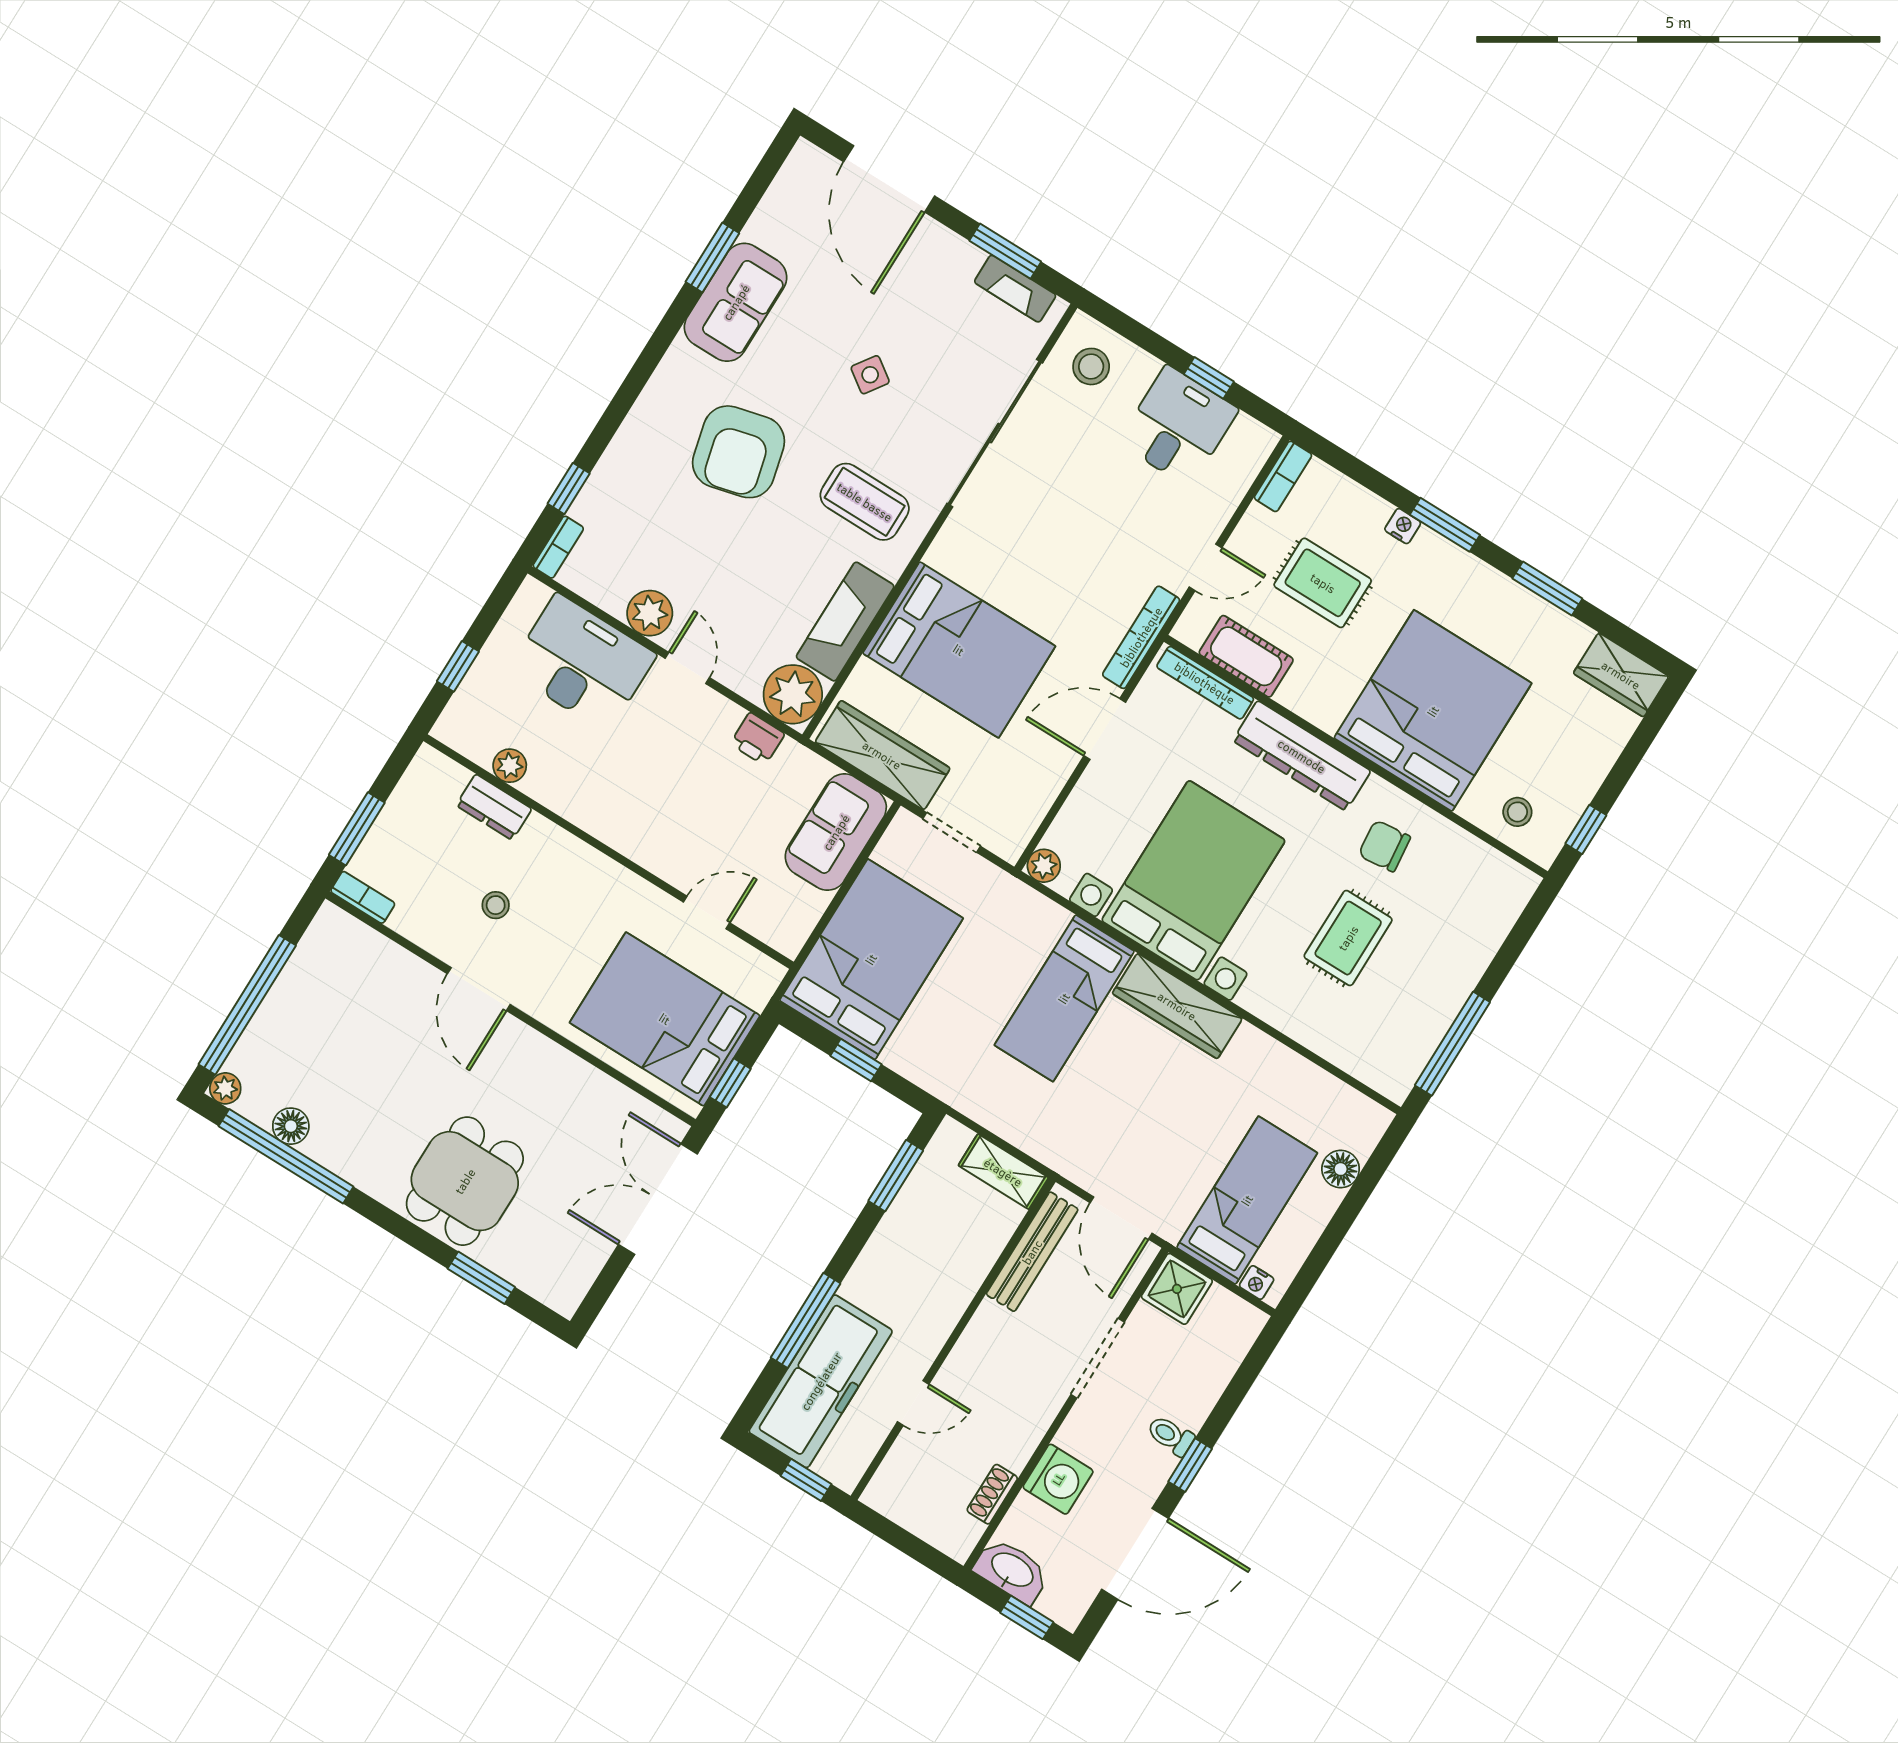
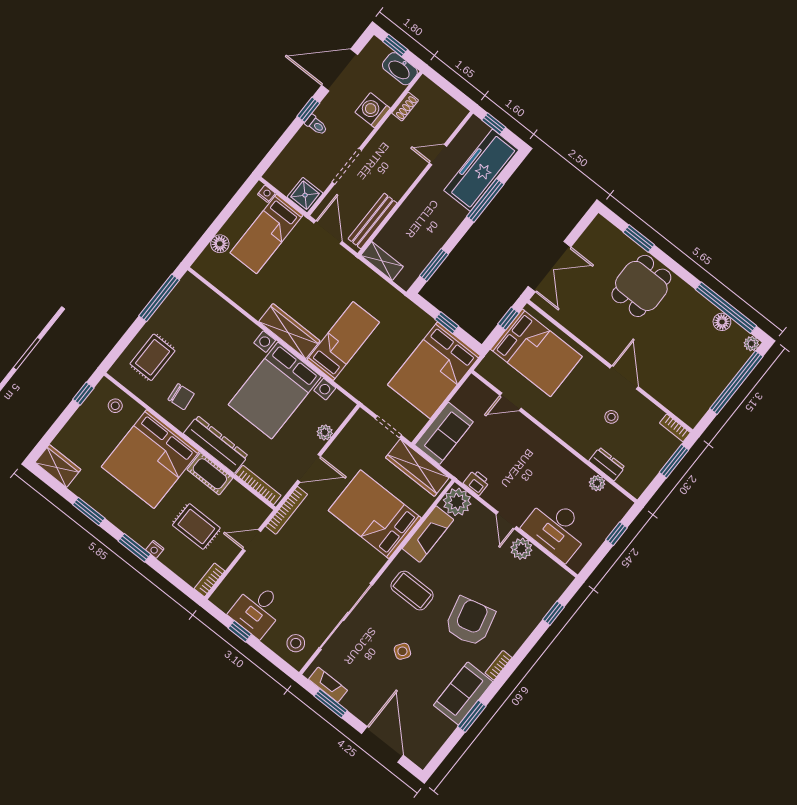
bookcase: (558, 547) -> (499, 665), moved
cot: (1246, 656) -> (210, 474), moved
plant: (1044, 866) -> (325, 432), moved
rug: (1348, 938) -> (153, 357), moved

